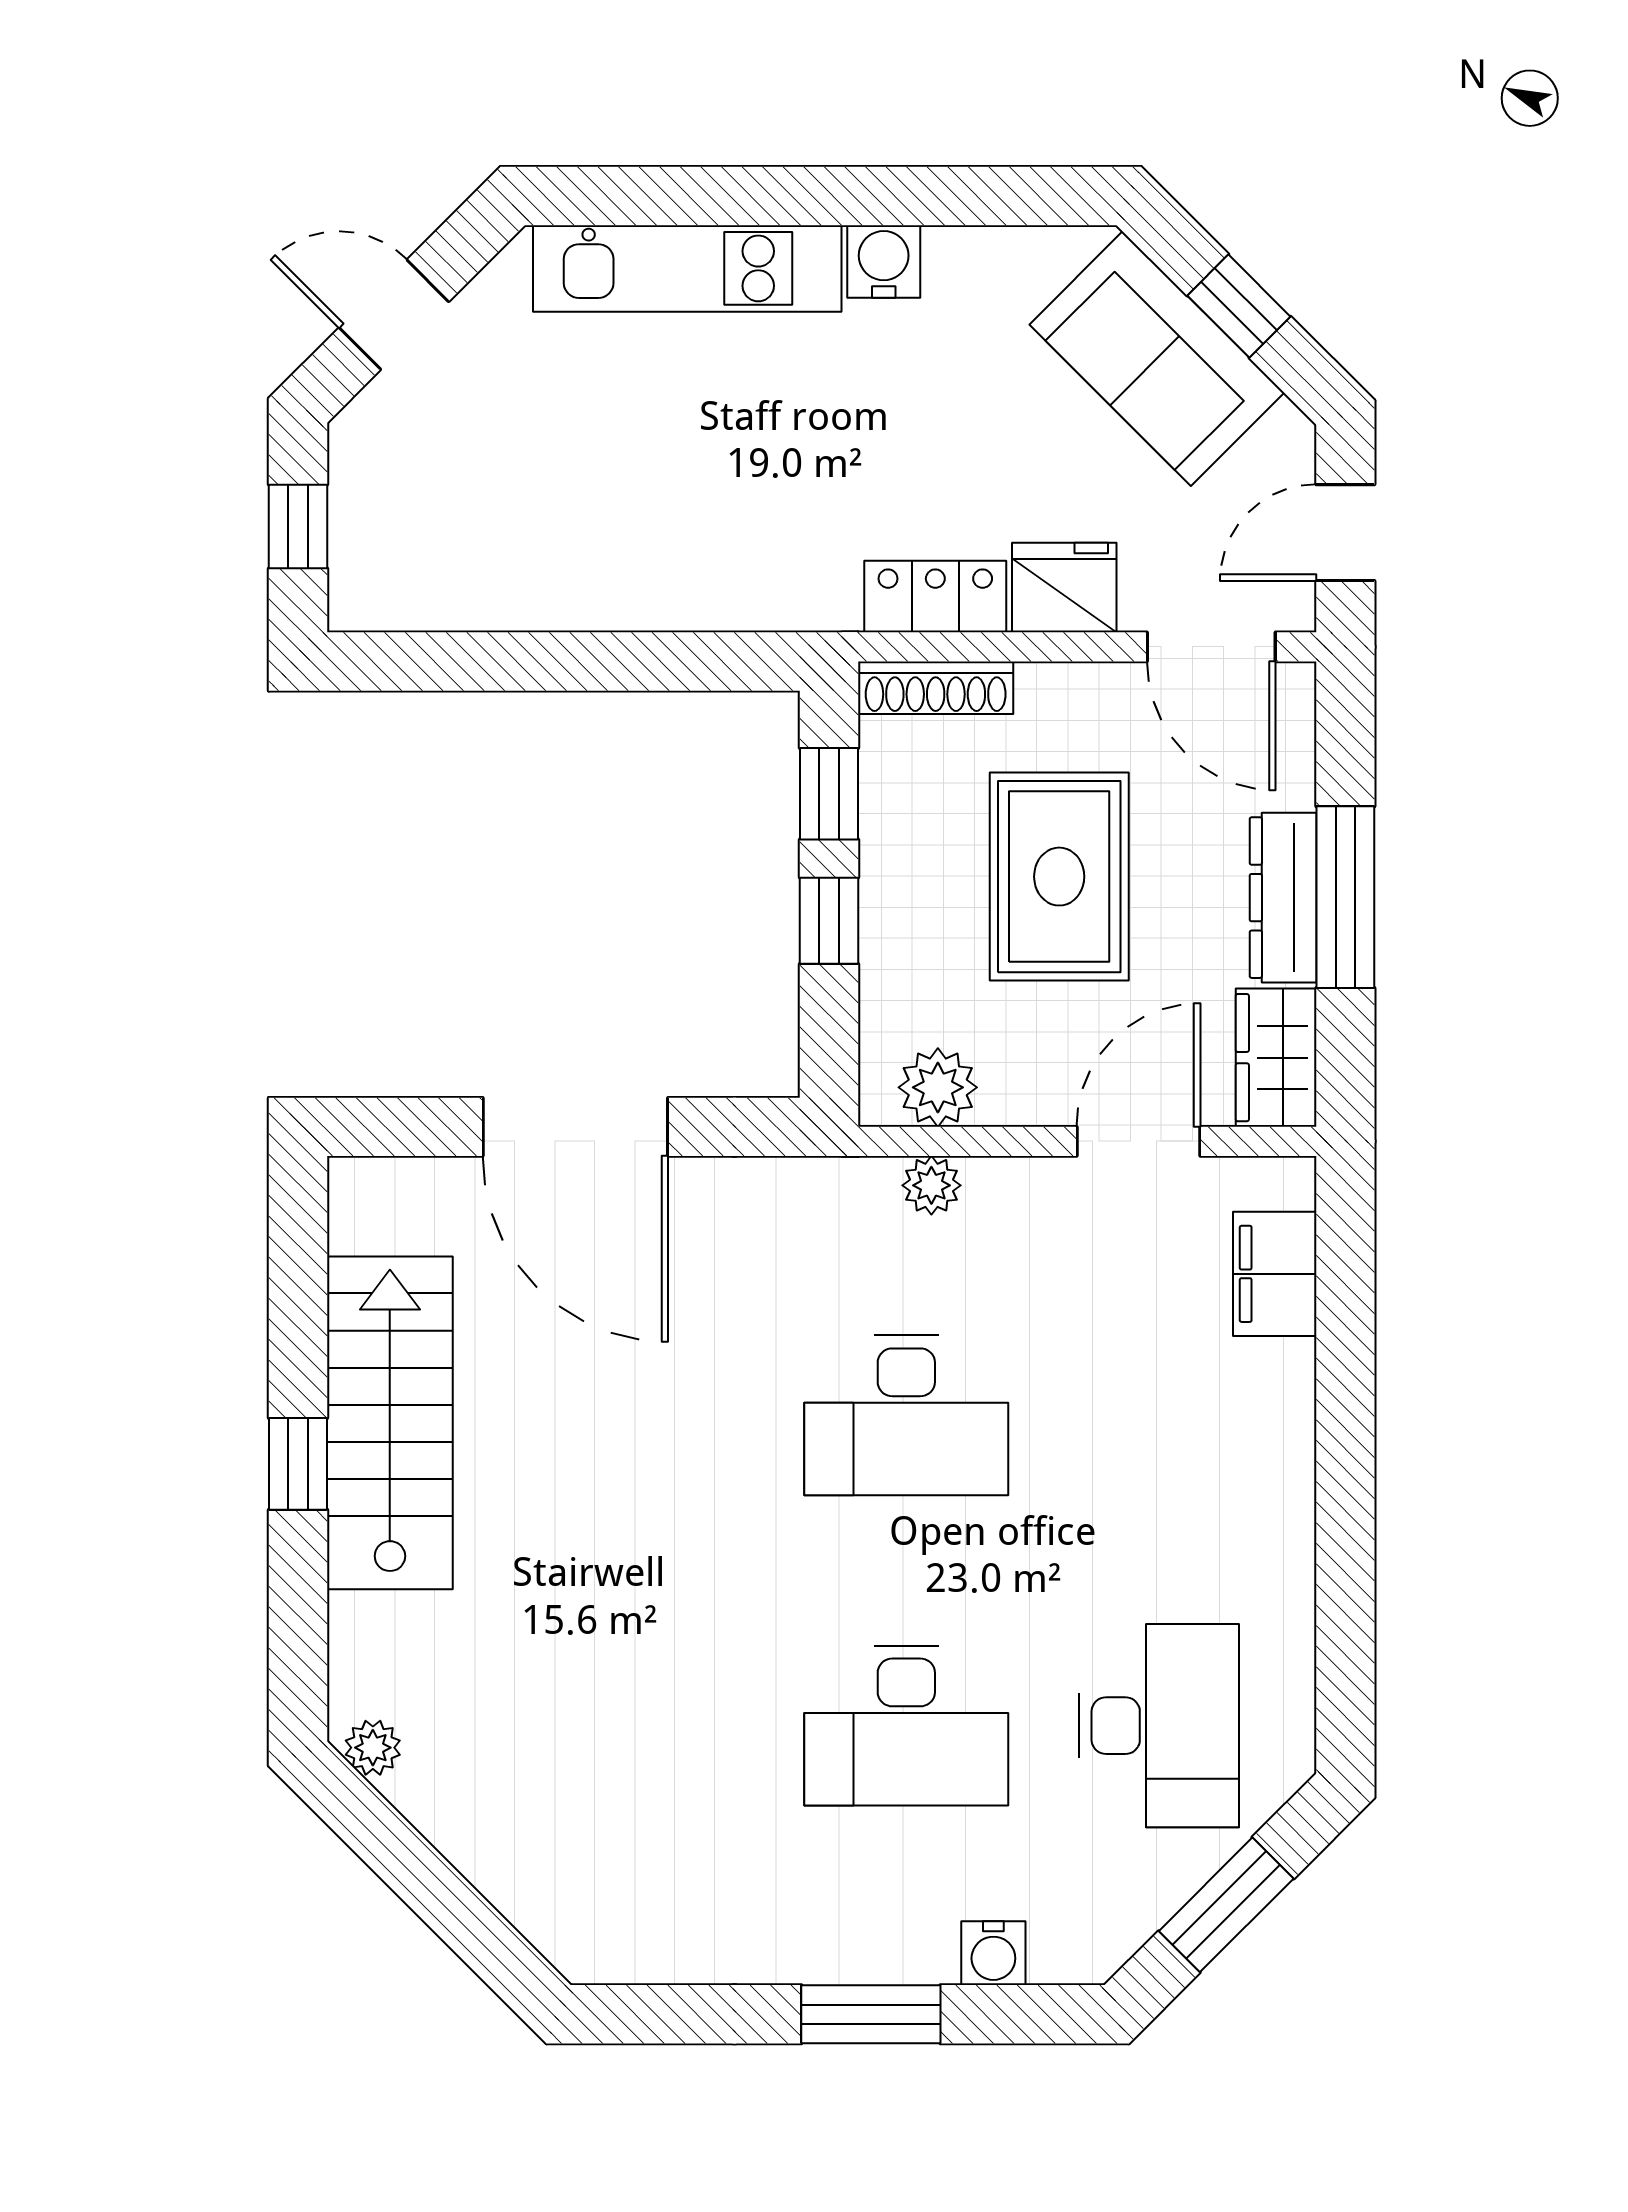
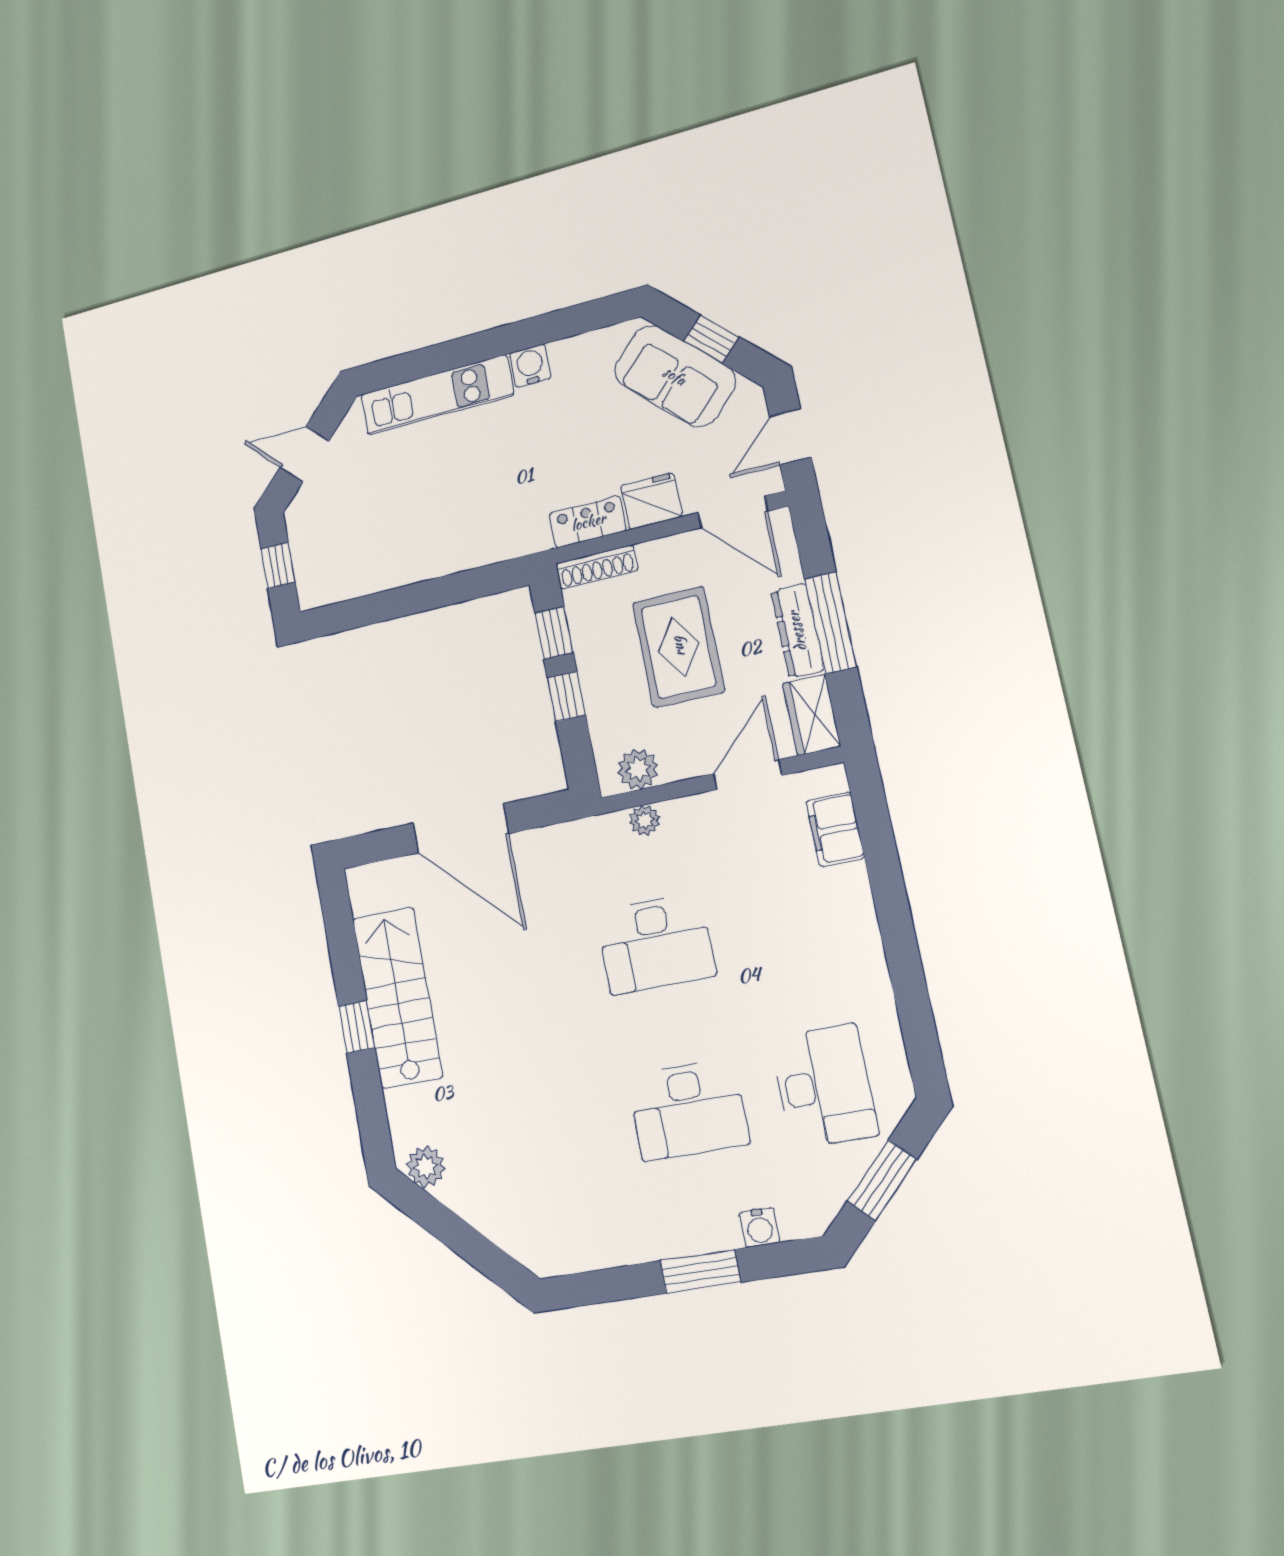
plant: (373, 1748) -> (426, 1167), width x1.38, depth x1.38

